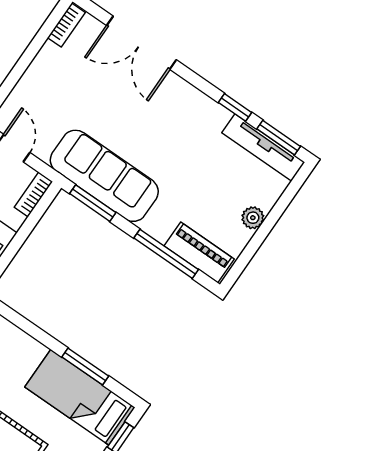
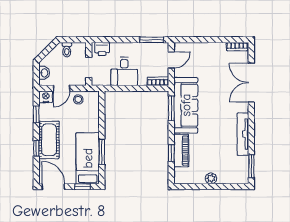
window: (235, 107) -> (251, 140), removed
tv unit: (263, 147) -> (243, 134), moved
piano: (199, 253) -> (181, 151), moved
window: (166, 254) -> (171, 153), width x0.46

